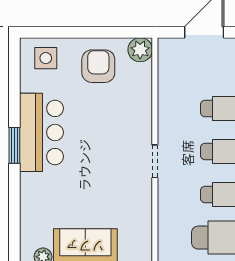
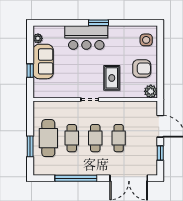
rug: (116, 121) -> (112, 78), added
bar counter: (42, 132) -> (86, 38), moved

